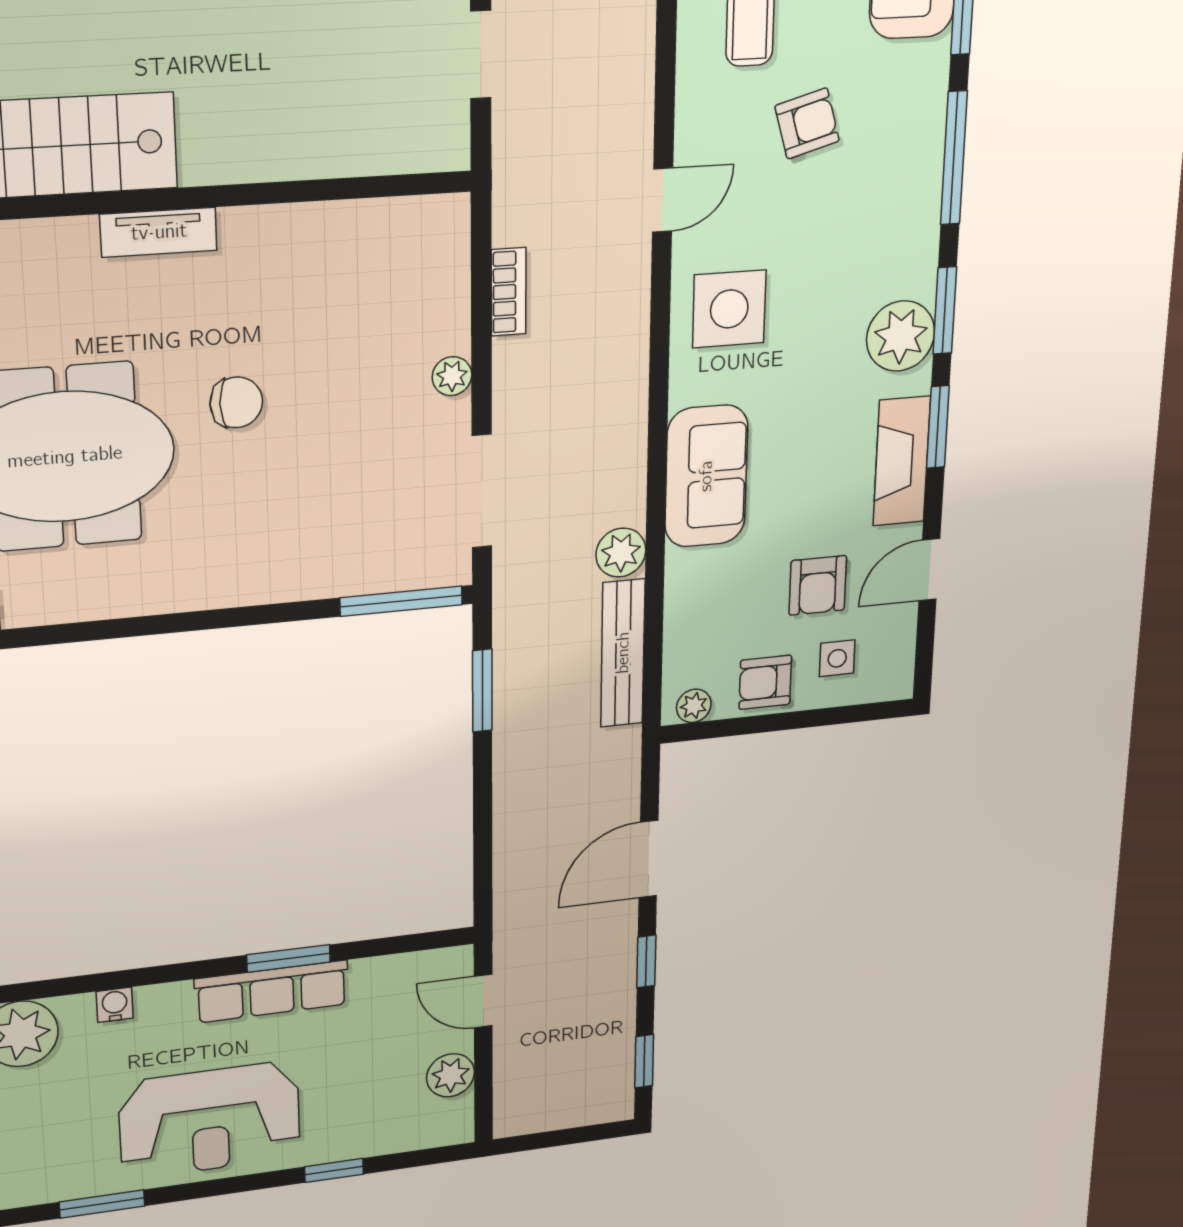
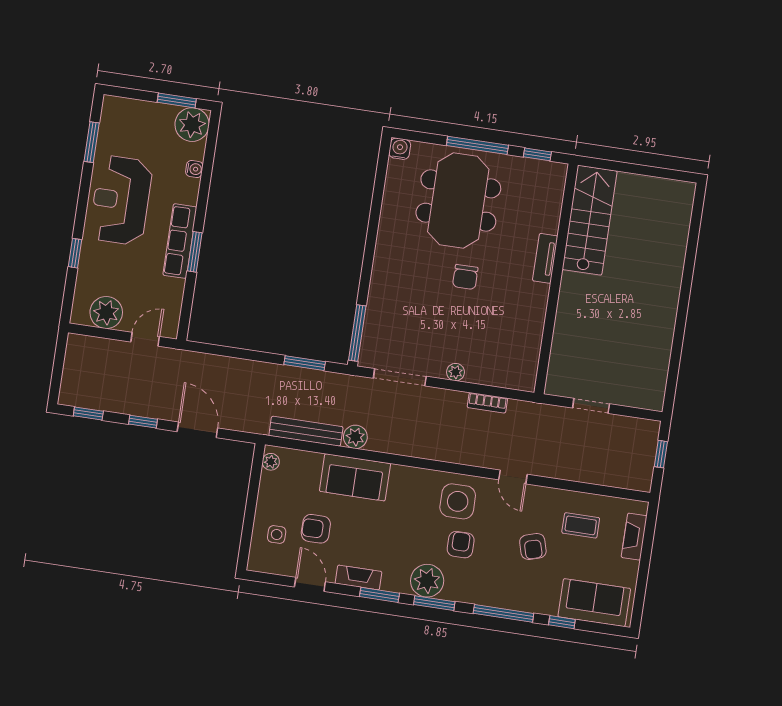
fireplace: (902, 461) -> (358, 577), width x0.73, depth x0.76
sofa: (706, 476) -> (355, 477), moved
armchair: (765, 682) -> (461, 545), moved
plant: (451, 1075) -> (106, 313), width x1.36, depth x1.36

